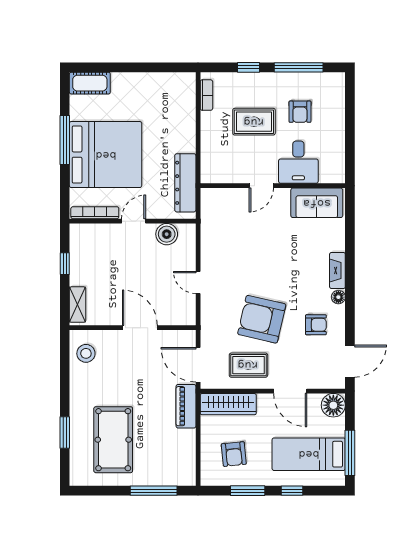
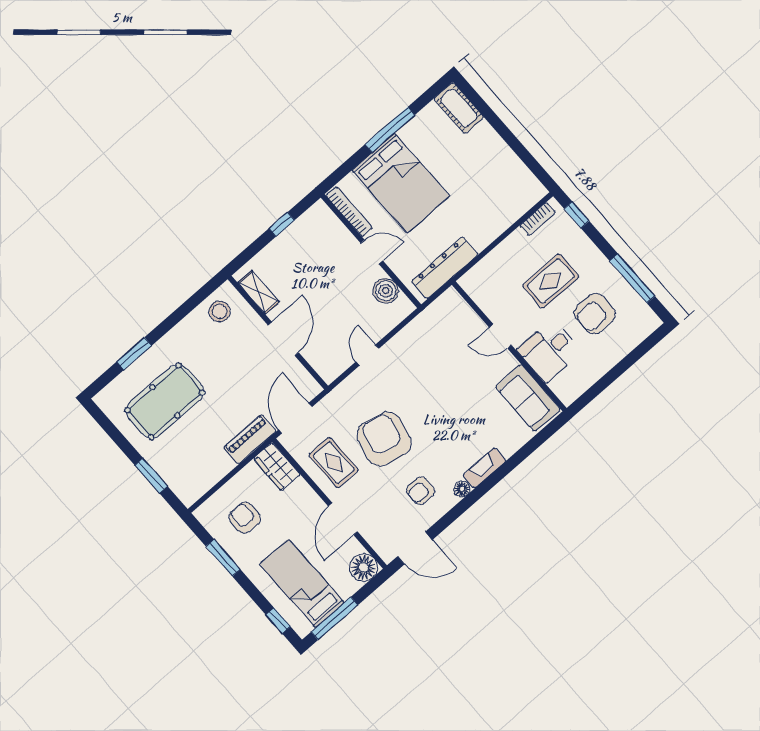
window: (248, 67) -> (577, 215), moved
armchair: (300, 112) -> (595, 314), width x1.38, depth x1.38
rug: (254, 122) -> (551, 281), turned 90
bed: (106, 155) -> (401, 183), width x0.73
shelving: (78, 305) -> (258, 292), moved, turned 90
armchair: (316, 325) -> (421, 491), turned 90
wardrobe: (228, 404) -> (277, 467), width x0.67
armchair: (234, 454) -> (245, 518), turned 96
window: (154, 491) -> (151, 476), width x0.69
window: (292, 491) -> (278, 621), moved

